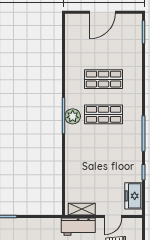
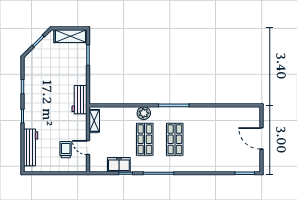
shop shelf: (103, 79) -> (145, 139), moved
plant: (73, 116) -> (144, 113), moved
freezer: (133, 196) -> (119, 165), moved
workbench: (78, 227) -> (79, 100), moved

